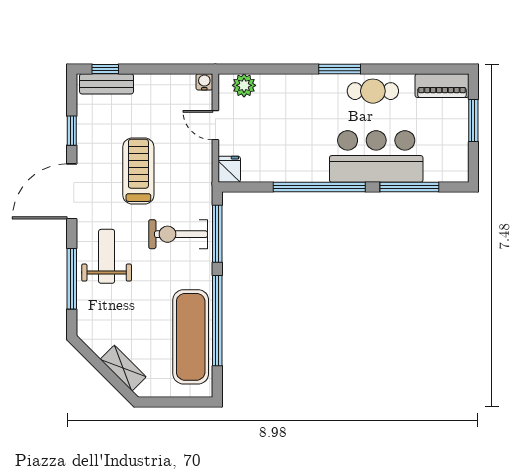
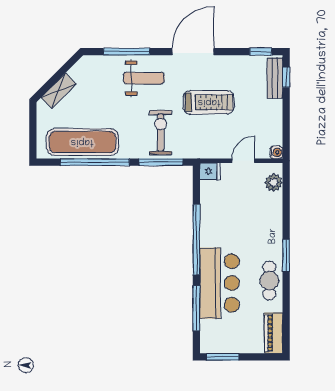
window: (473, 120) -> (223, 357), moved
window: (72, 131) -> (261, 52), moved
door: (72, 191) -> (193, 52), hinge flipped

